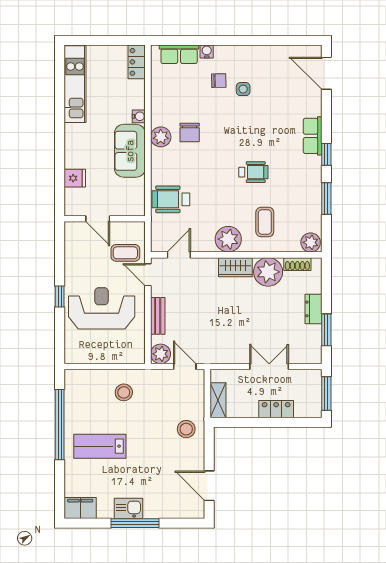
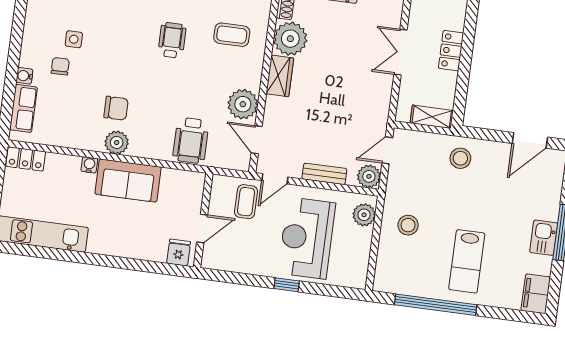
fridge: (75, 178) -> (179, 253), moved
plant: (228, 239) -> (243, 104), moved
plant: (128, 354) -> (364, 215), added

